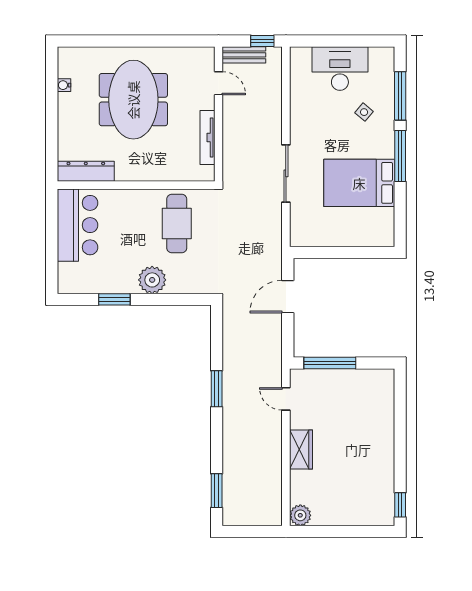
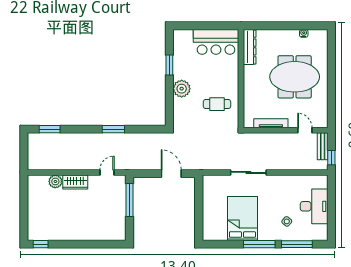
door: (218, 83) -> (305, 130), swing flipped
cafe table: (177, 224) -> (217, 104), width x0.73, depth x0.74
plant: (300, 515) -> (55, 181), moved

